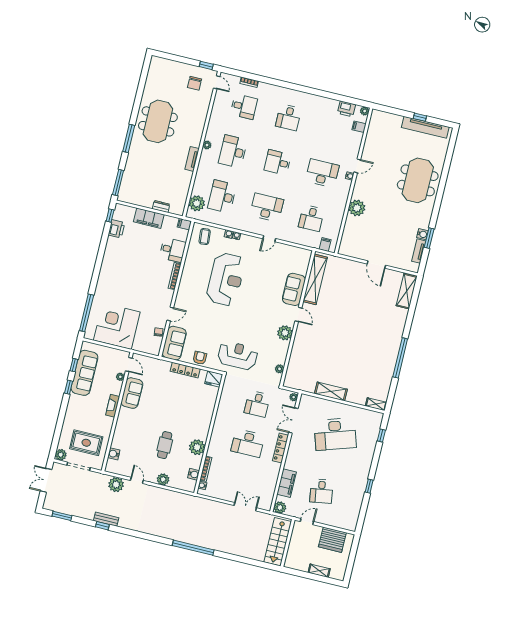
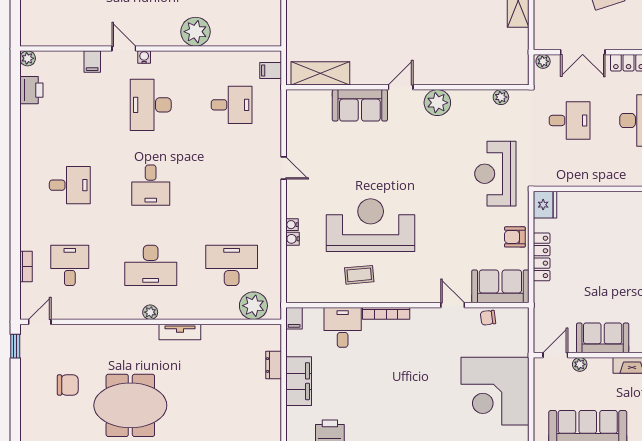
chair: (195, 83) -> (68, 385), moved
filing cabinet: (359, 127) -> (92, 61), moved
desk: (222, 197) -> (232, 265), turned 180
desk: (267, 207) -> (232, 185), removed
coffee table: (205, 237) -> (359, 275), moved
shelving: (315, 279) -> (320, 73), width x0.68

